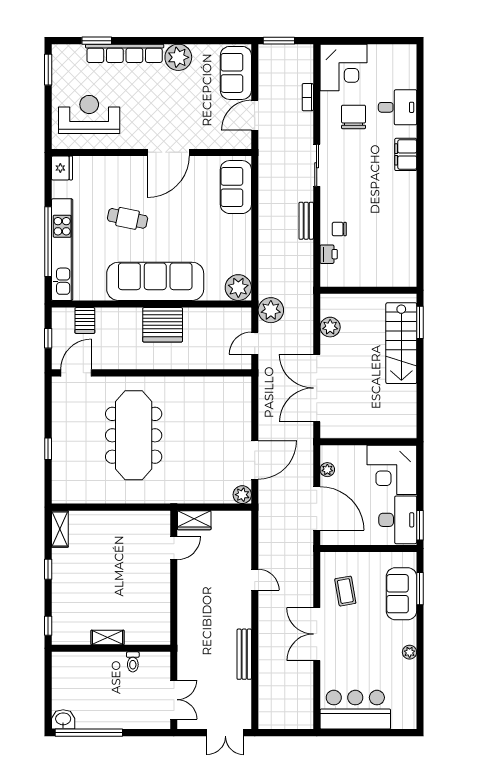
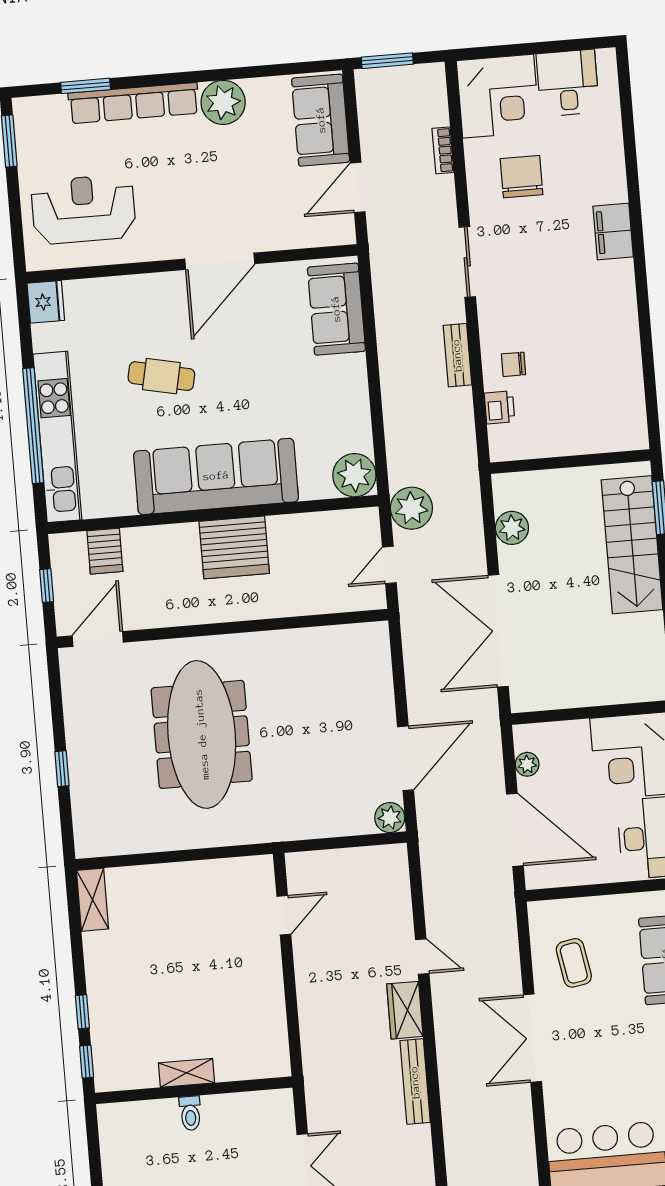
desk: (398, 107) -> (568, 83), moved, turned -90
wardrobe: (194, 520) -> (405, 1010), moved, turned 90
window: (48, 569) -> (82, 1012), moved
toilet: (133, 662) -> (190, 1113), moved

